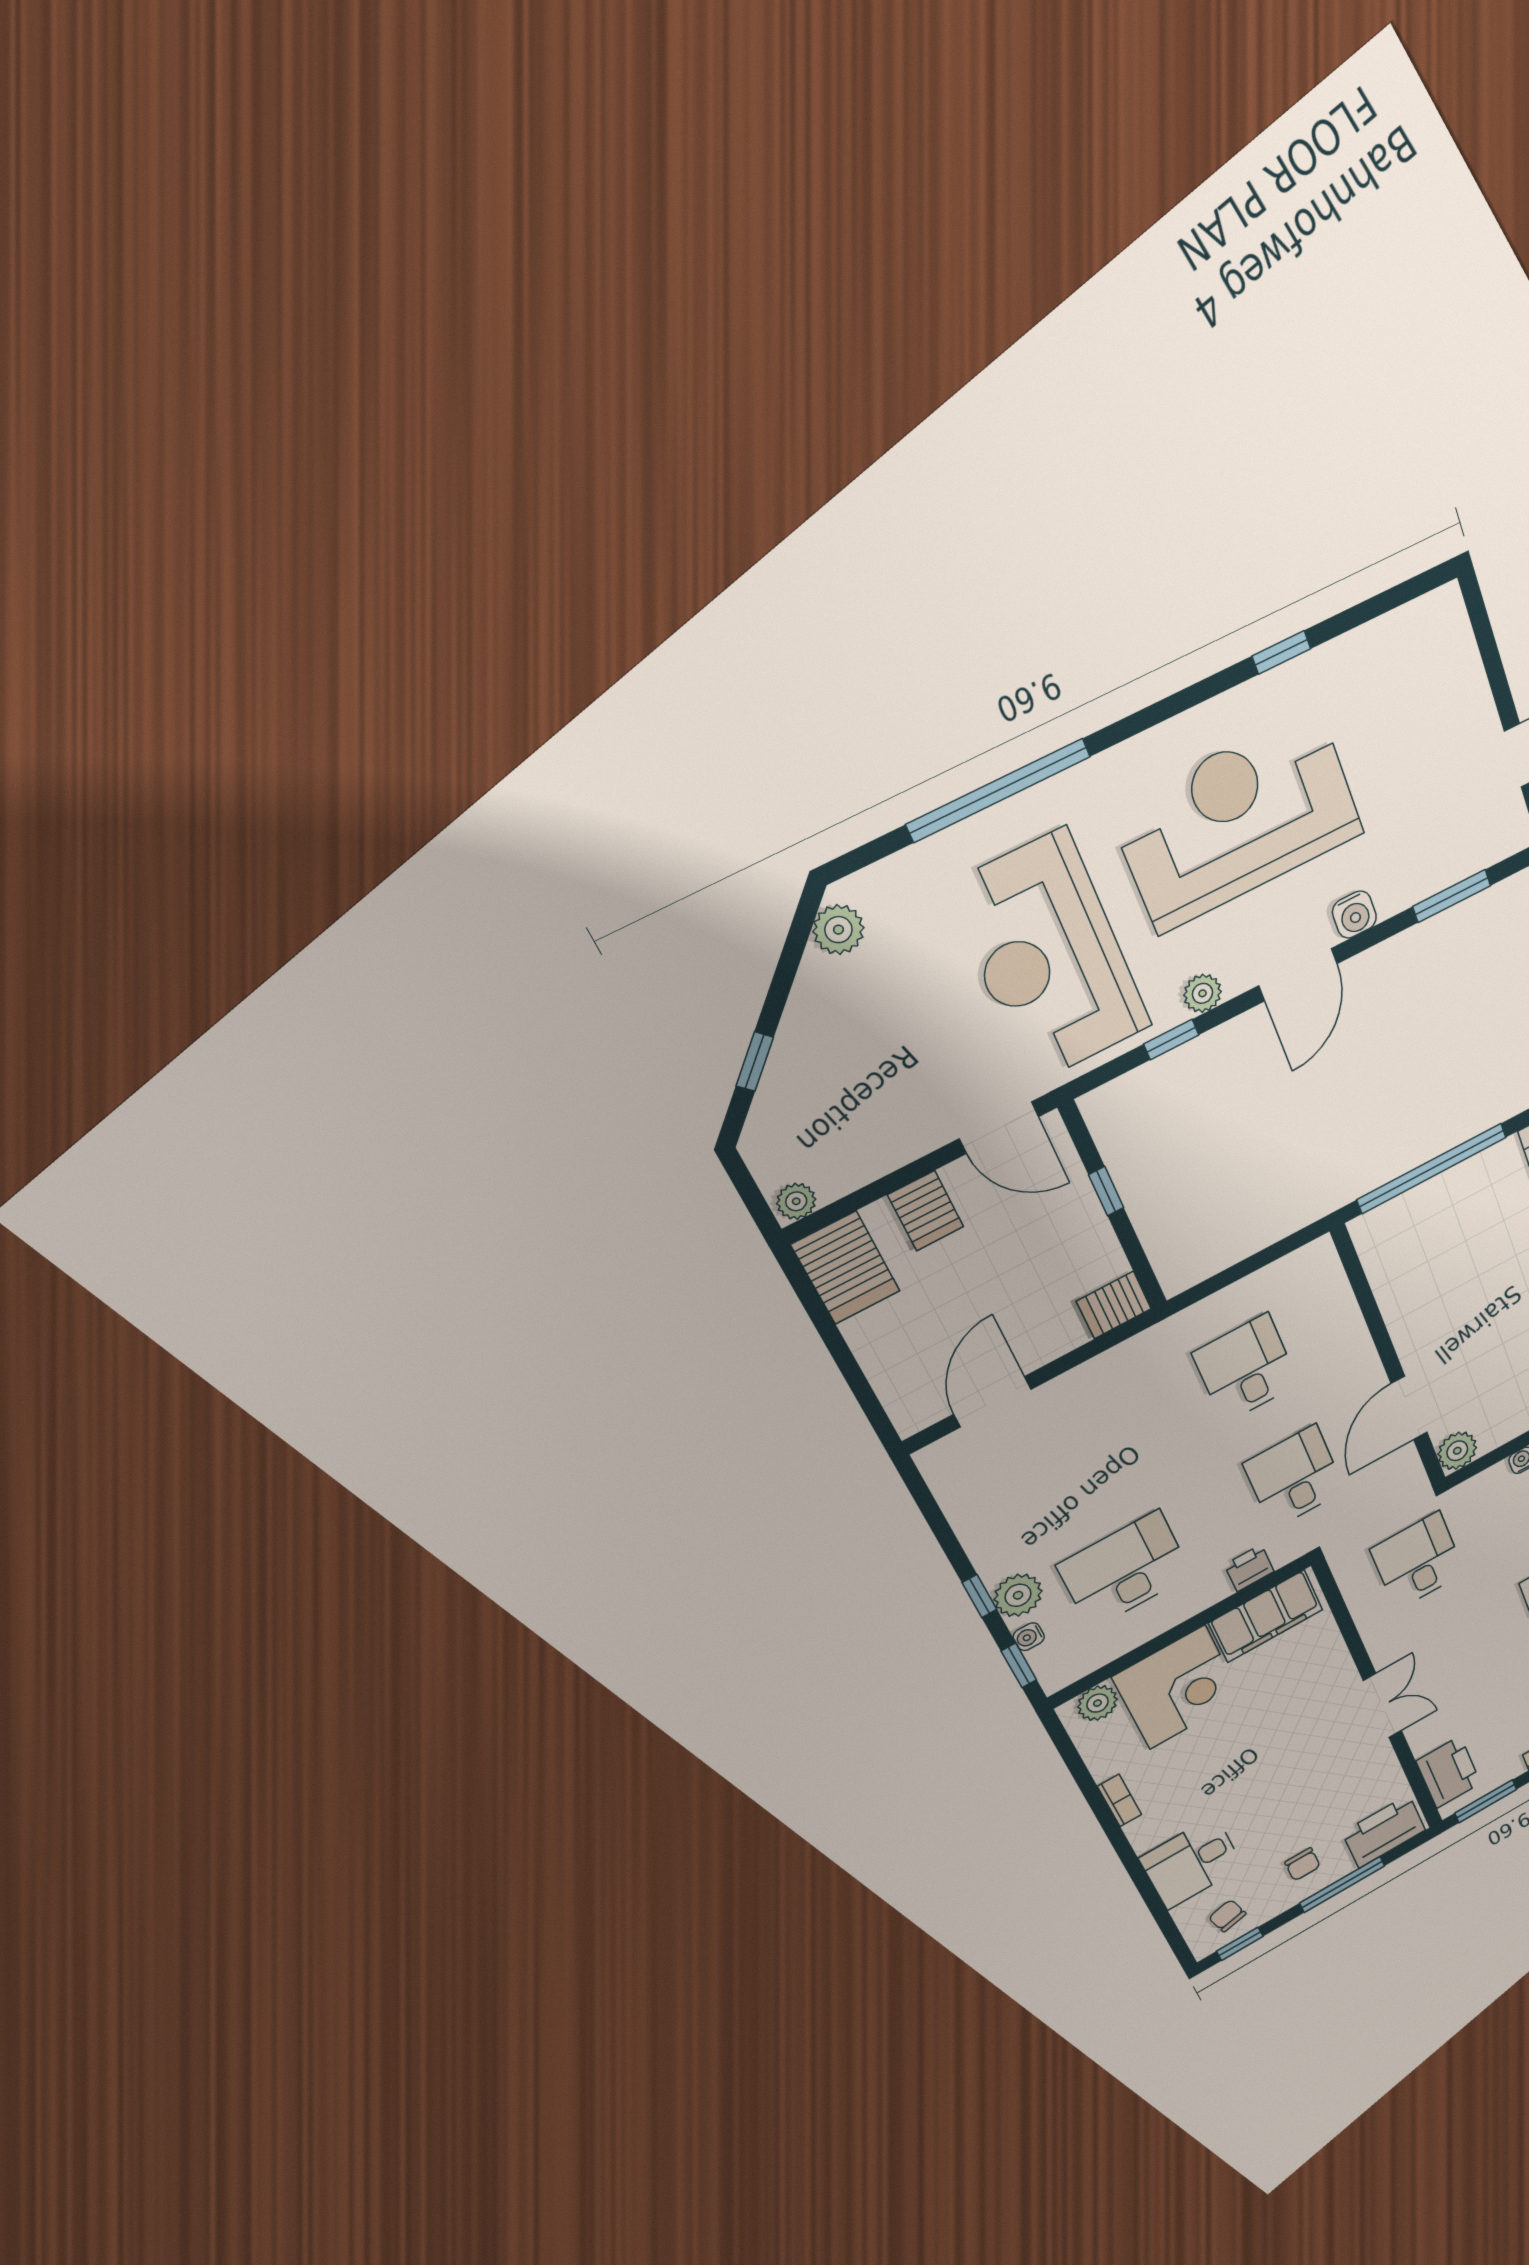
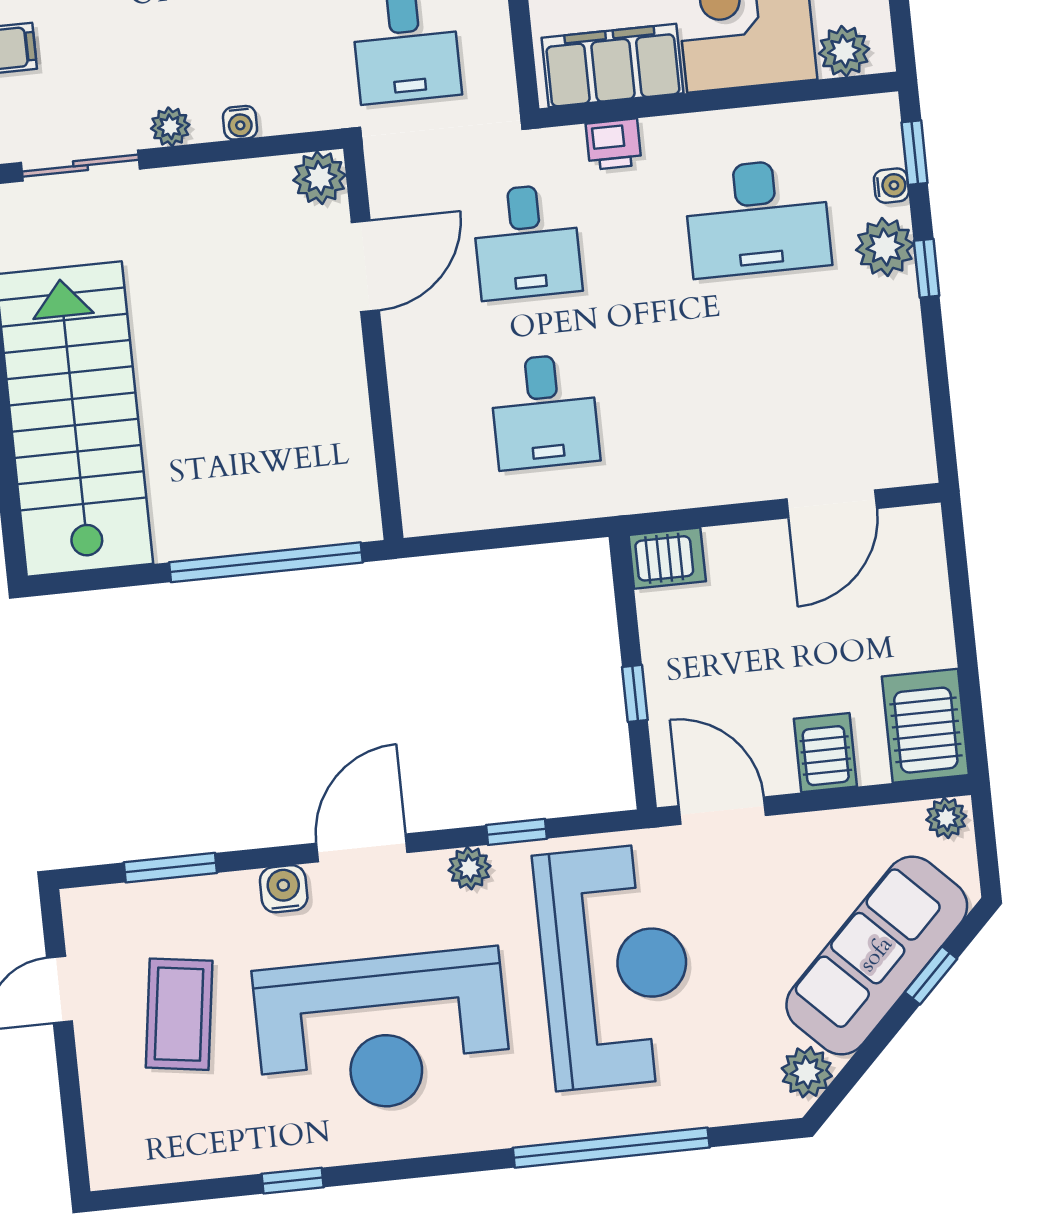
coffee table: (1416, 771) -> (179, 1014), added
sofa: (813, 1060) -> (877, 955), added

